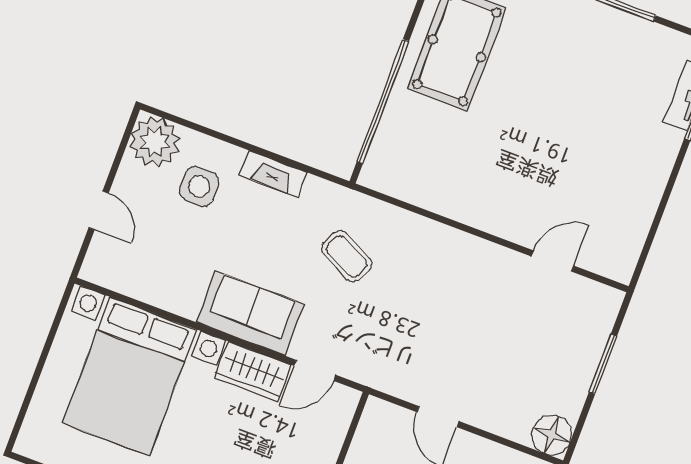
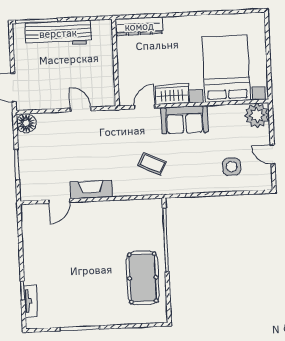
plant: (155, 142) -> (257, 115), moved
fireplace: (273, 174) -> (91, 189), moved, width x1.37, depth x1.32
door: (99, 210) -> (273, 154), moved

